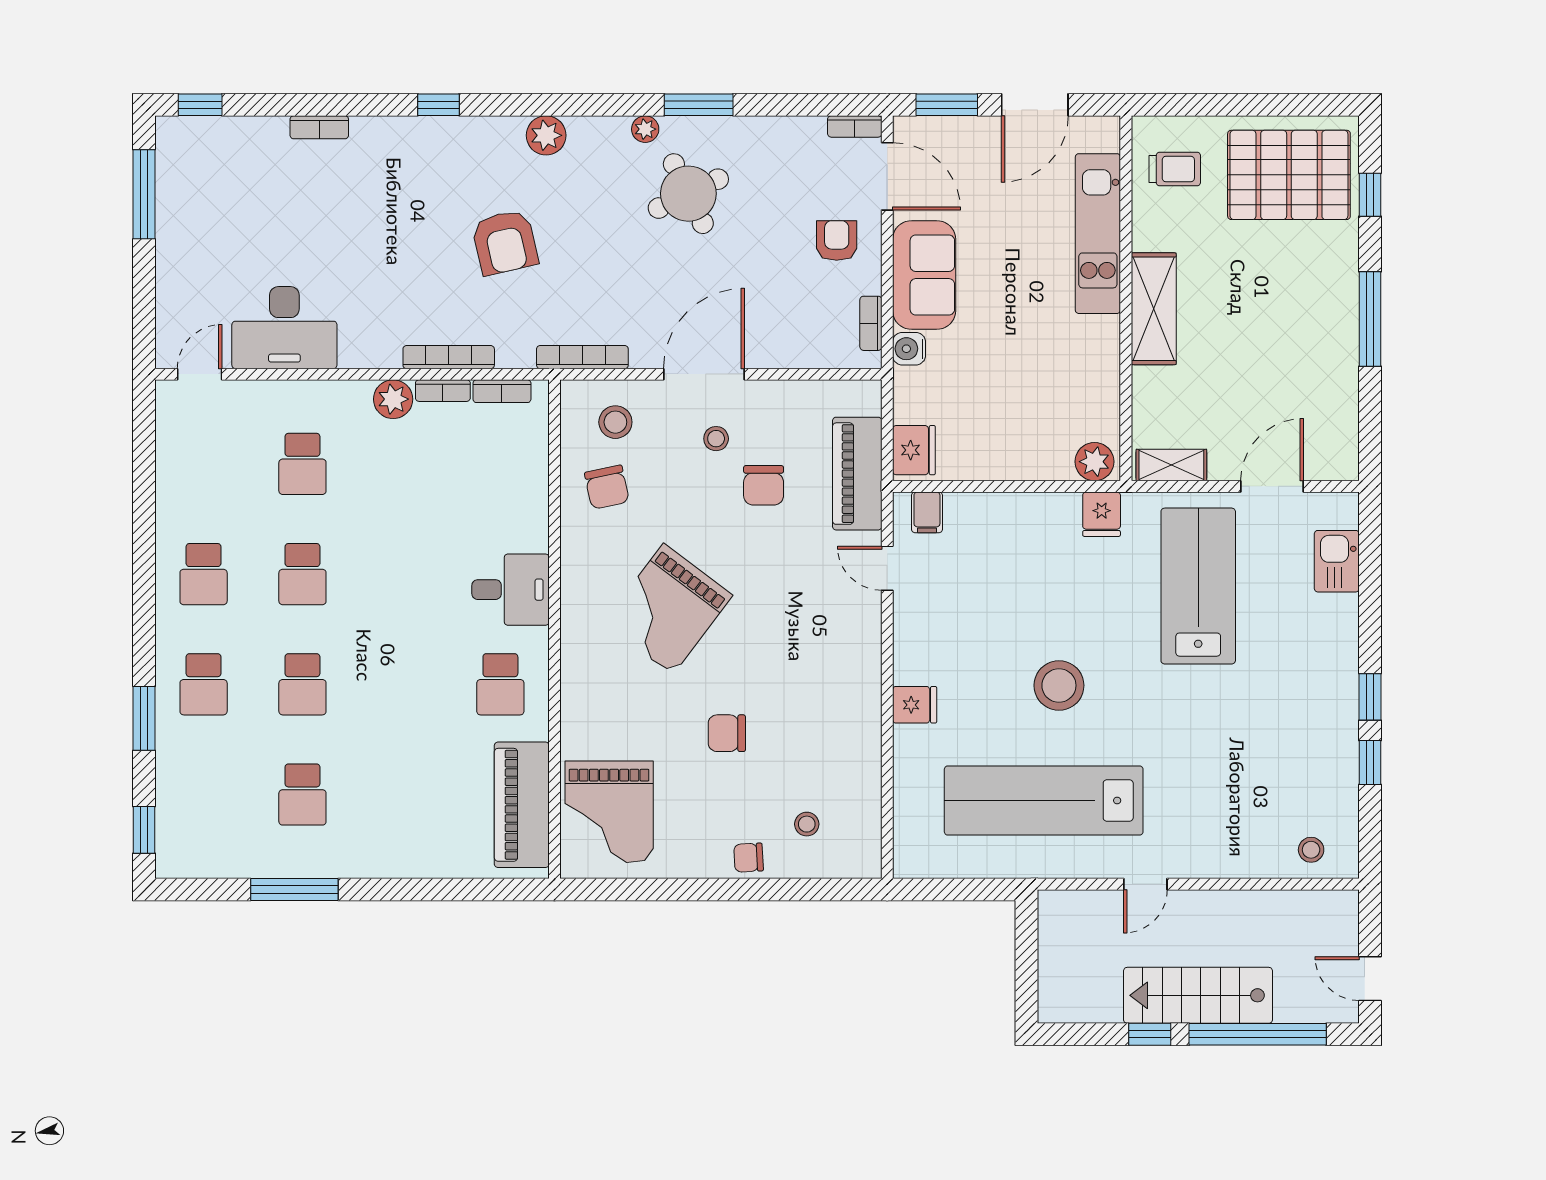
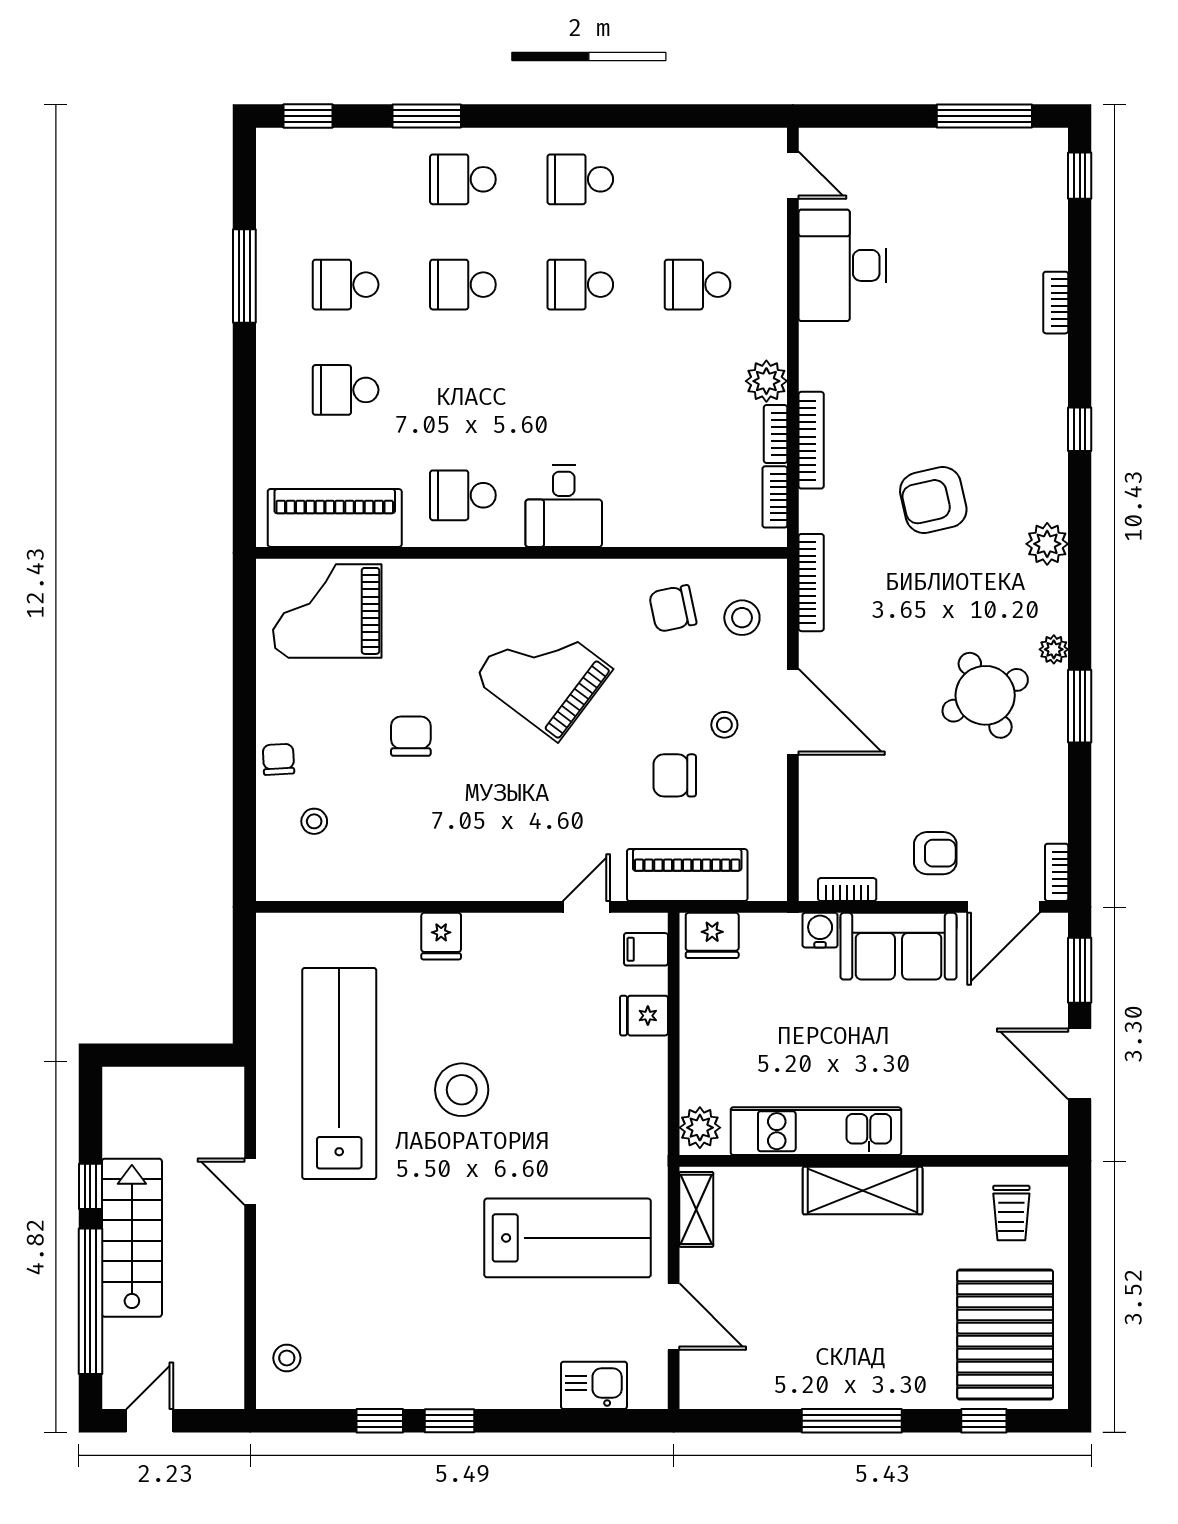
kitchen unit: (1098, 234) -> (816, 1131), moved
fridge: (1102, 514) -> (644, 1016), moved
school desk: (401, 795) -> (346, 390), added

